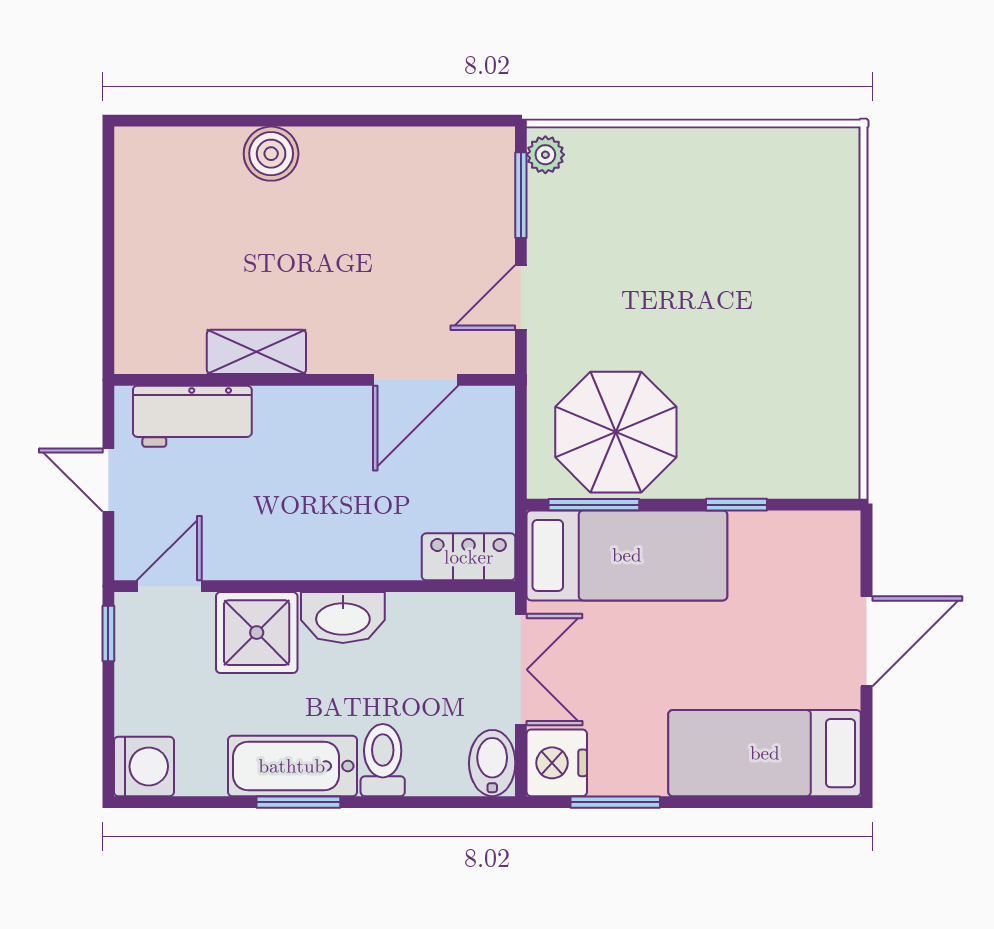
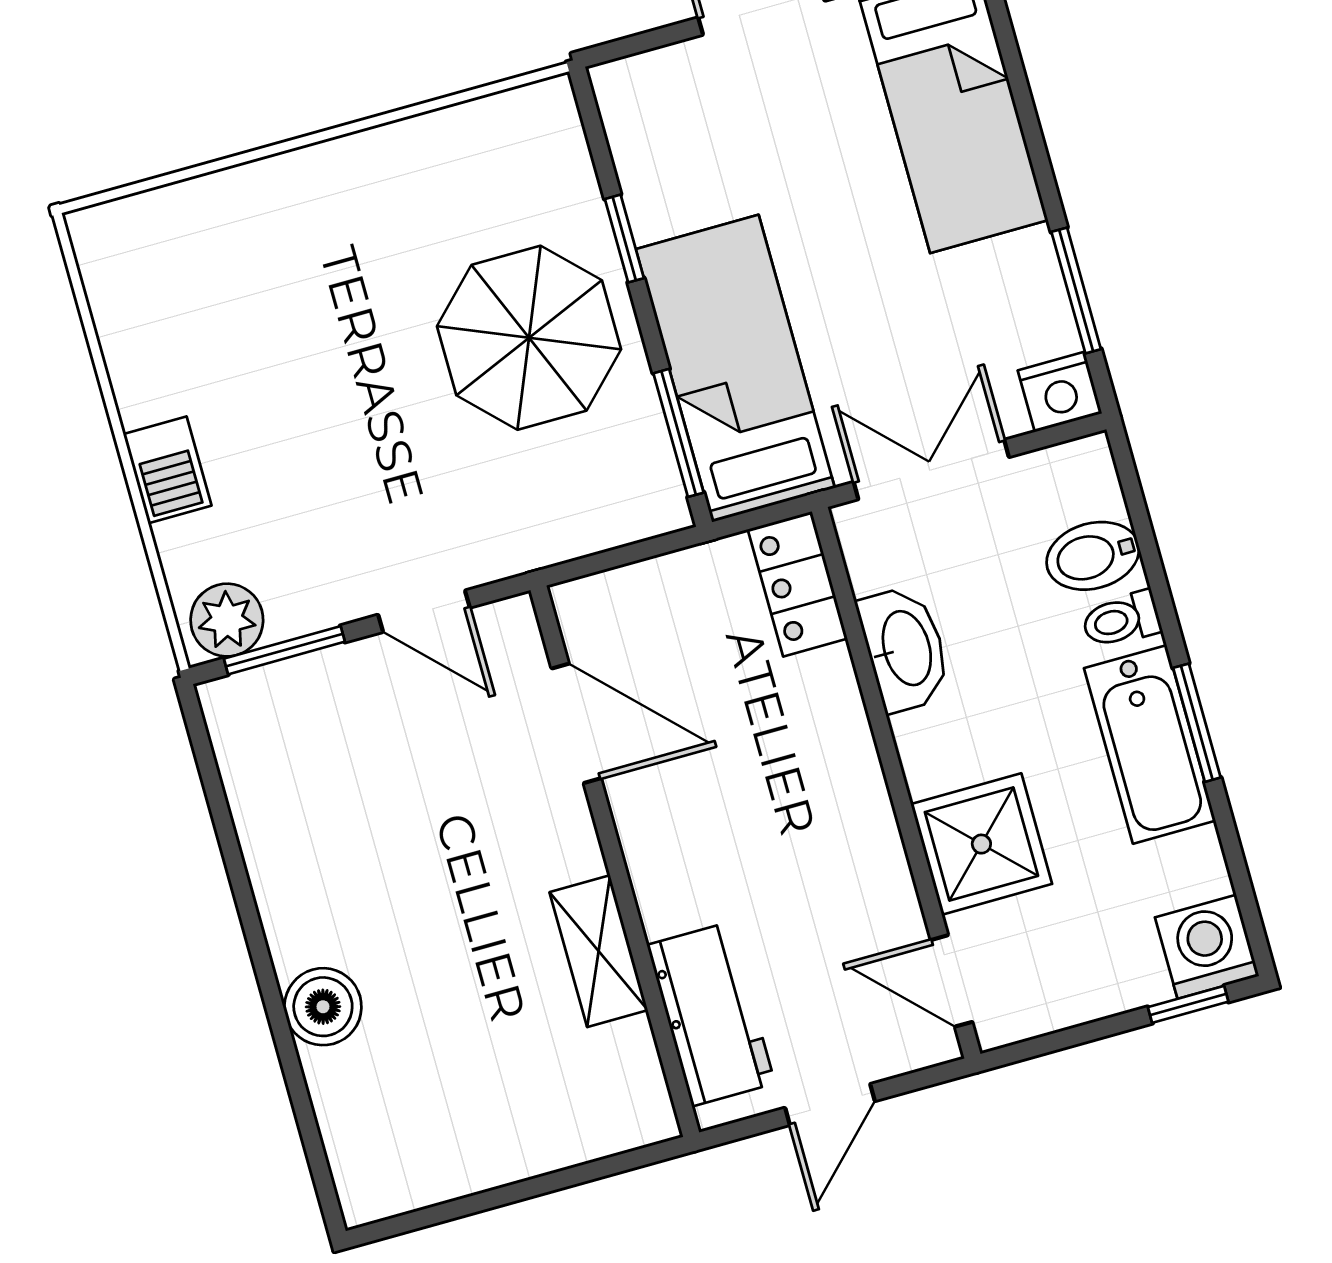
barbecue: (666, 150) -> (167, 470), added
plant: (545, 155) -> (227, 620), width x1.38, depth x1.38
parasol: (616, 432) -> (529, 338), moved
washbasin: (343, 617) -> (905, 649), moved
window: (108, 634) -> (1188, 1004), moved
toilet: (383, 760) -> (1121, 620), width x0.73, depth x0.72
bidet: (492, 763) -> (1093, 556), moved
nightstand: (557, 763) -> (1060, 392), width x0.74, depth x0.75

